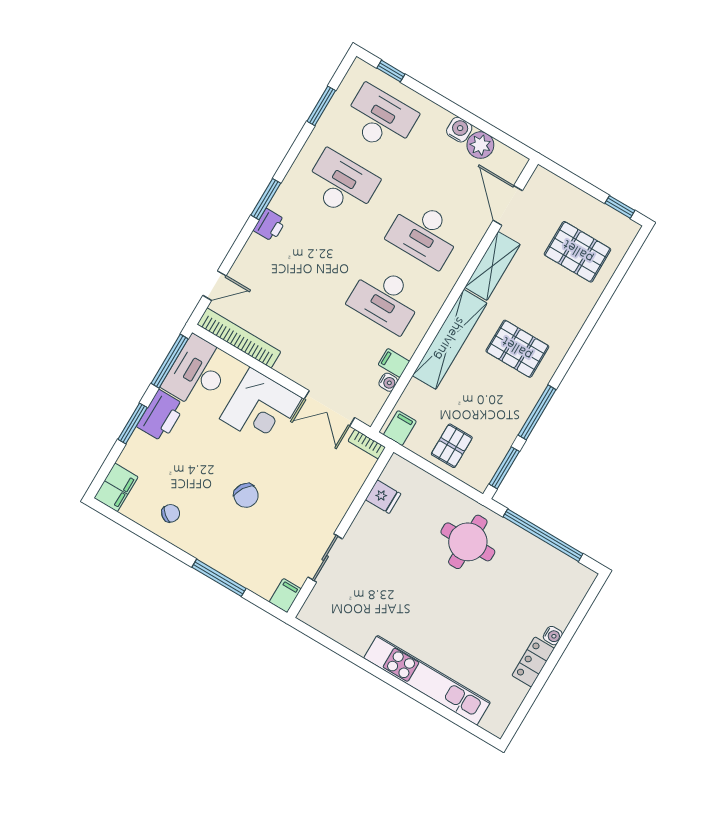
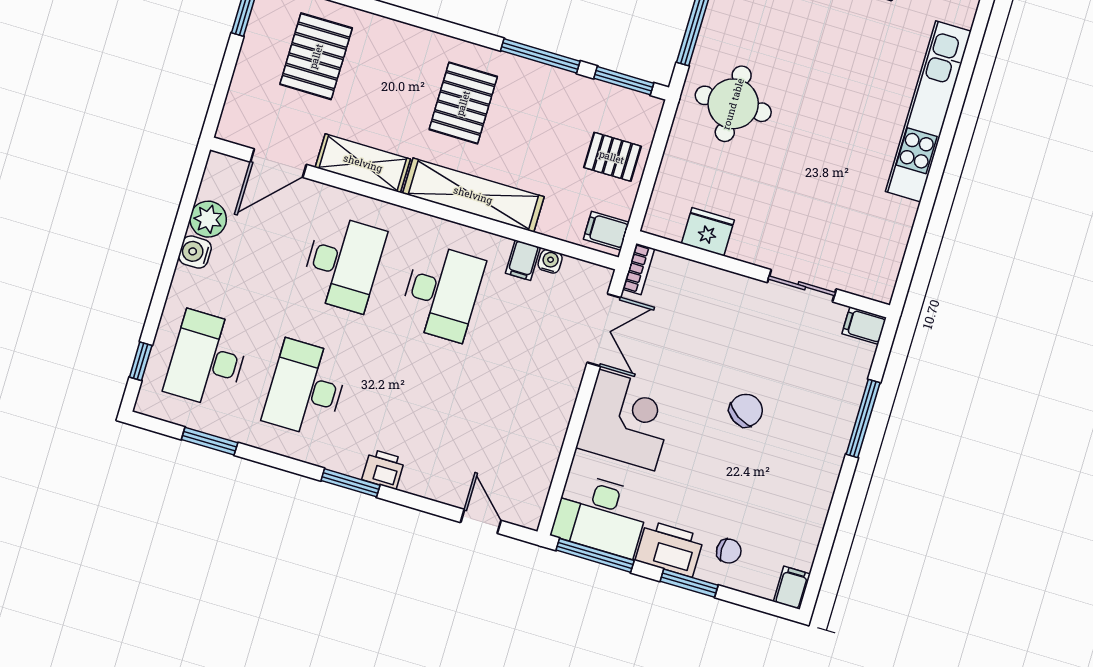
bookcase: (239, 338) -> (542, 472), removed
filing cabinet: (116, 487) -> (792, 588), width x0.50
fridge: (383, 497) -> (708, 232), width x1.38
chair: (171, 513) -> (729, 551), moved, turned 140

